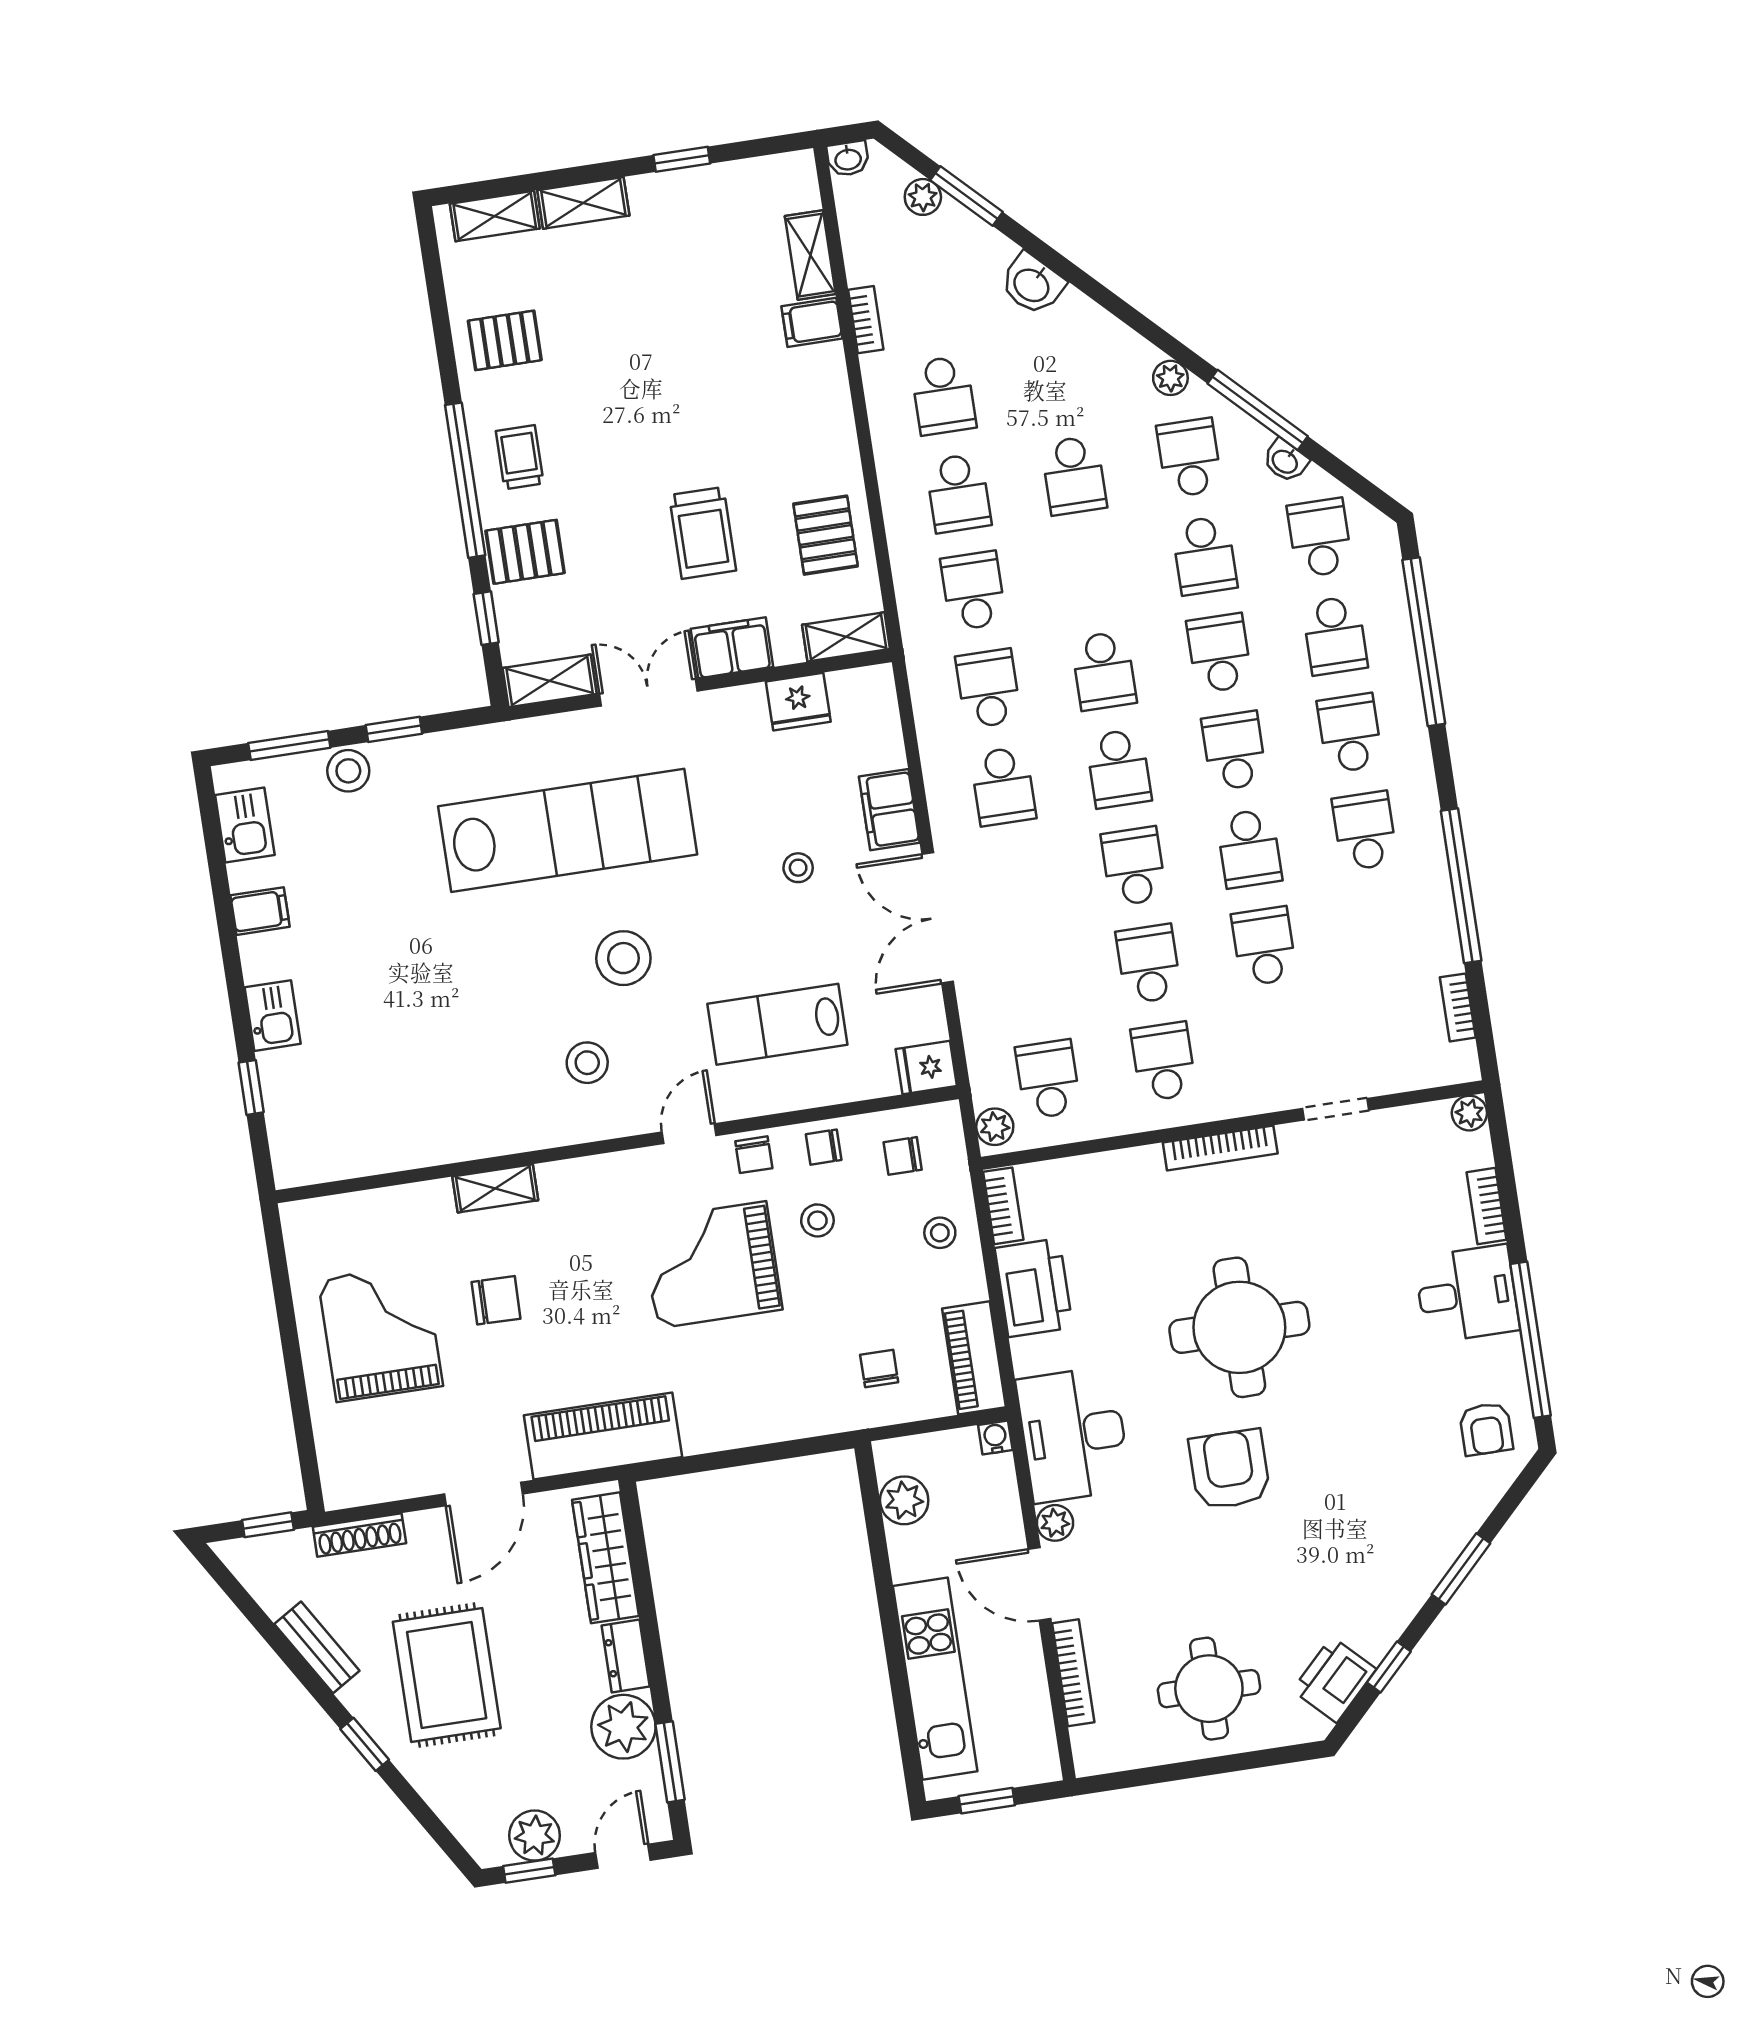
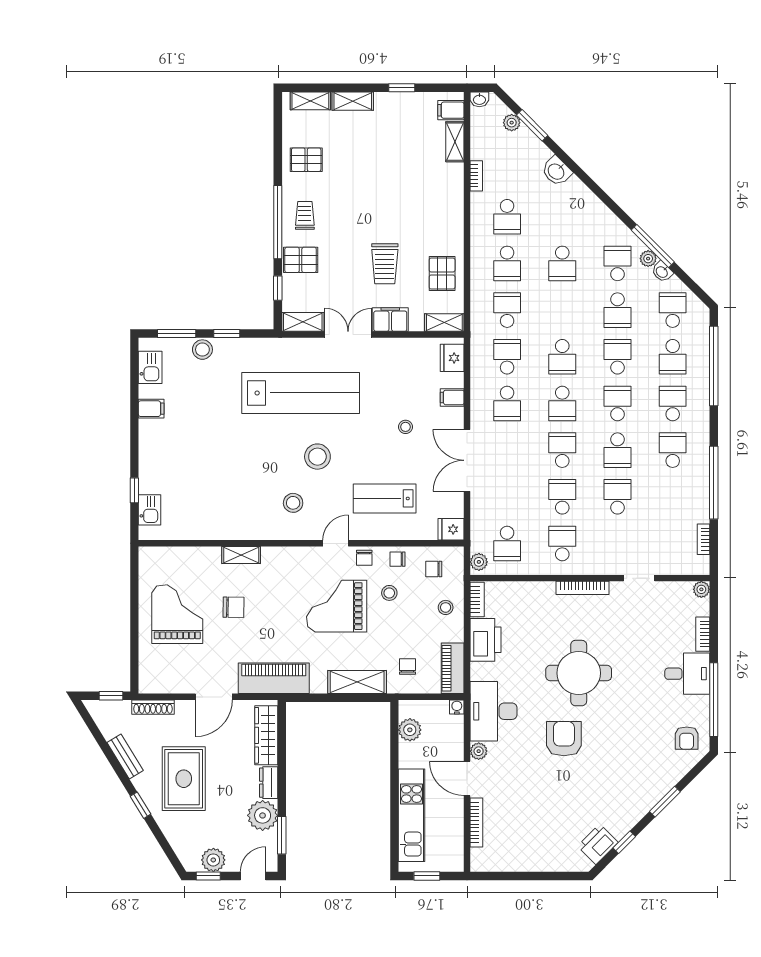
filing cabinet: (812, 322) -> (451, 110), moved
plant: (1170, 378) -> (648, 259), moved
fridge: (798, 702) -> (452, 358), moved, turned 90
filing cabinet: (889, 810) -> (452, 397), width x0.50
kitchen sink: (273, 1016) -> (150, 510), moved
school desk: (1048, 1079) -> (507, 544), turned 180
shelving: (779, 1417) -> (357, 682), added
round table: (1209, 1689) -> (539, 840), removed

